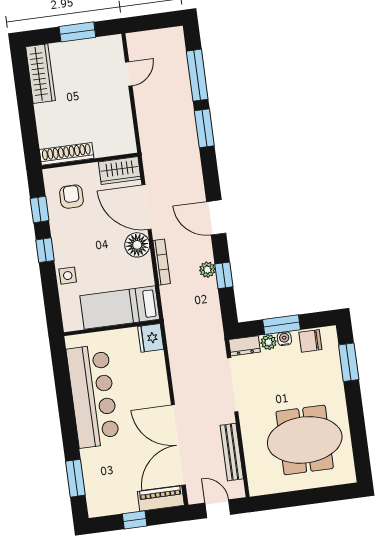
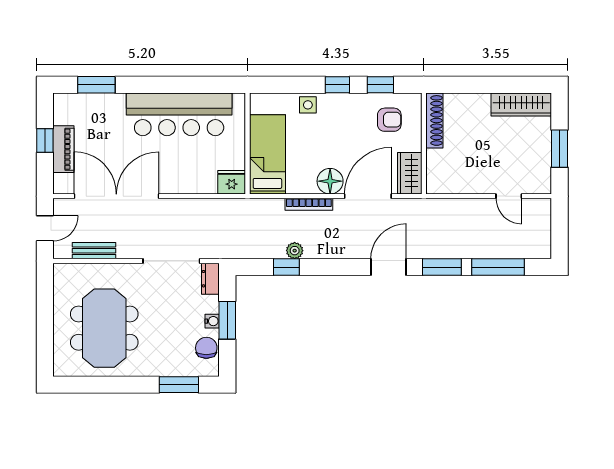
door: (216, 217) -> (388, 267), moved
plant: (269, 342) -> (211, 304), removed
bench: (232, 452) -> (94, 251), width x0.73
piano: (161, 498) -> (63, 149), moved

